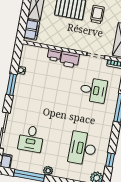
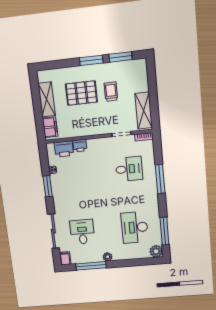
printer: (70, 60) -> (64, 149), moved
desk: (31, 139) -> (82, 232), turned 180
window: (110, 160) -> (164, 231), width x2.17

